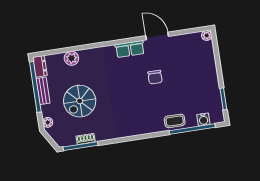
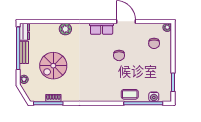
chair: (194, 57) -> (154, 43), added
plant: (71, 58) -> (65, 29), moved

